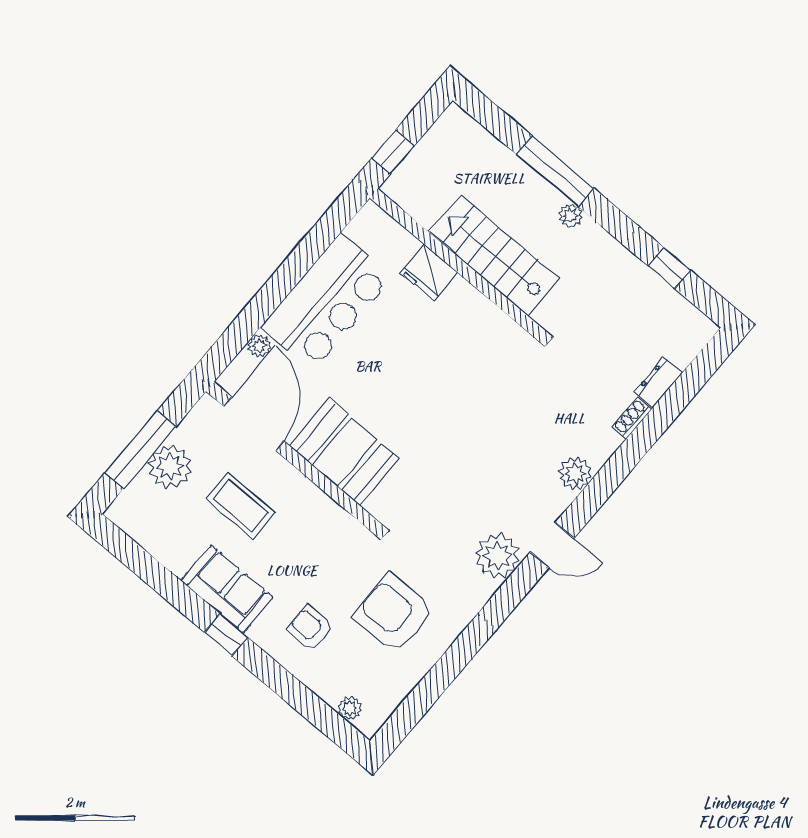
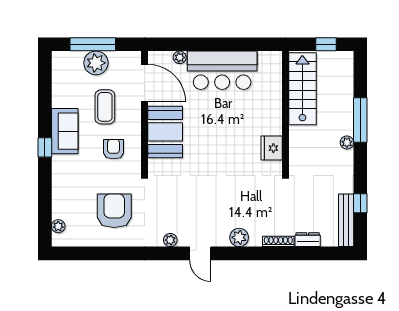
window: (393, 152) -> (326, 44), moved
stairs: (494, 255) -> (302, 89), moved
fridge: (429, 273) -> (272, 148), moved
bench: (676, 307) -> (346, 220), added
shoe rack: (632, 418) -> (278, 241), width x1.43
door: (254, 424) -> (144, 83), hinge flipped
plant: (498, 556) -> (170, 240), width x0.53, depth x0.53
armchair: (310, 628) -> (113, 149), moved

